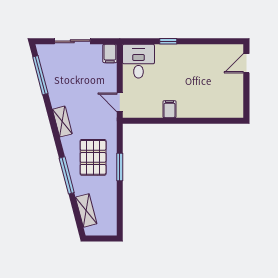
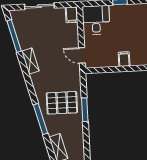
shelving: (62, 122) -> (30, 61), moved
pallet: (93, 157) -> (62, 103), turned 90

